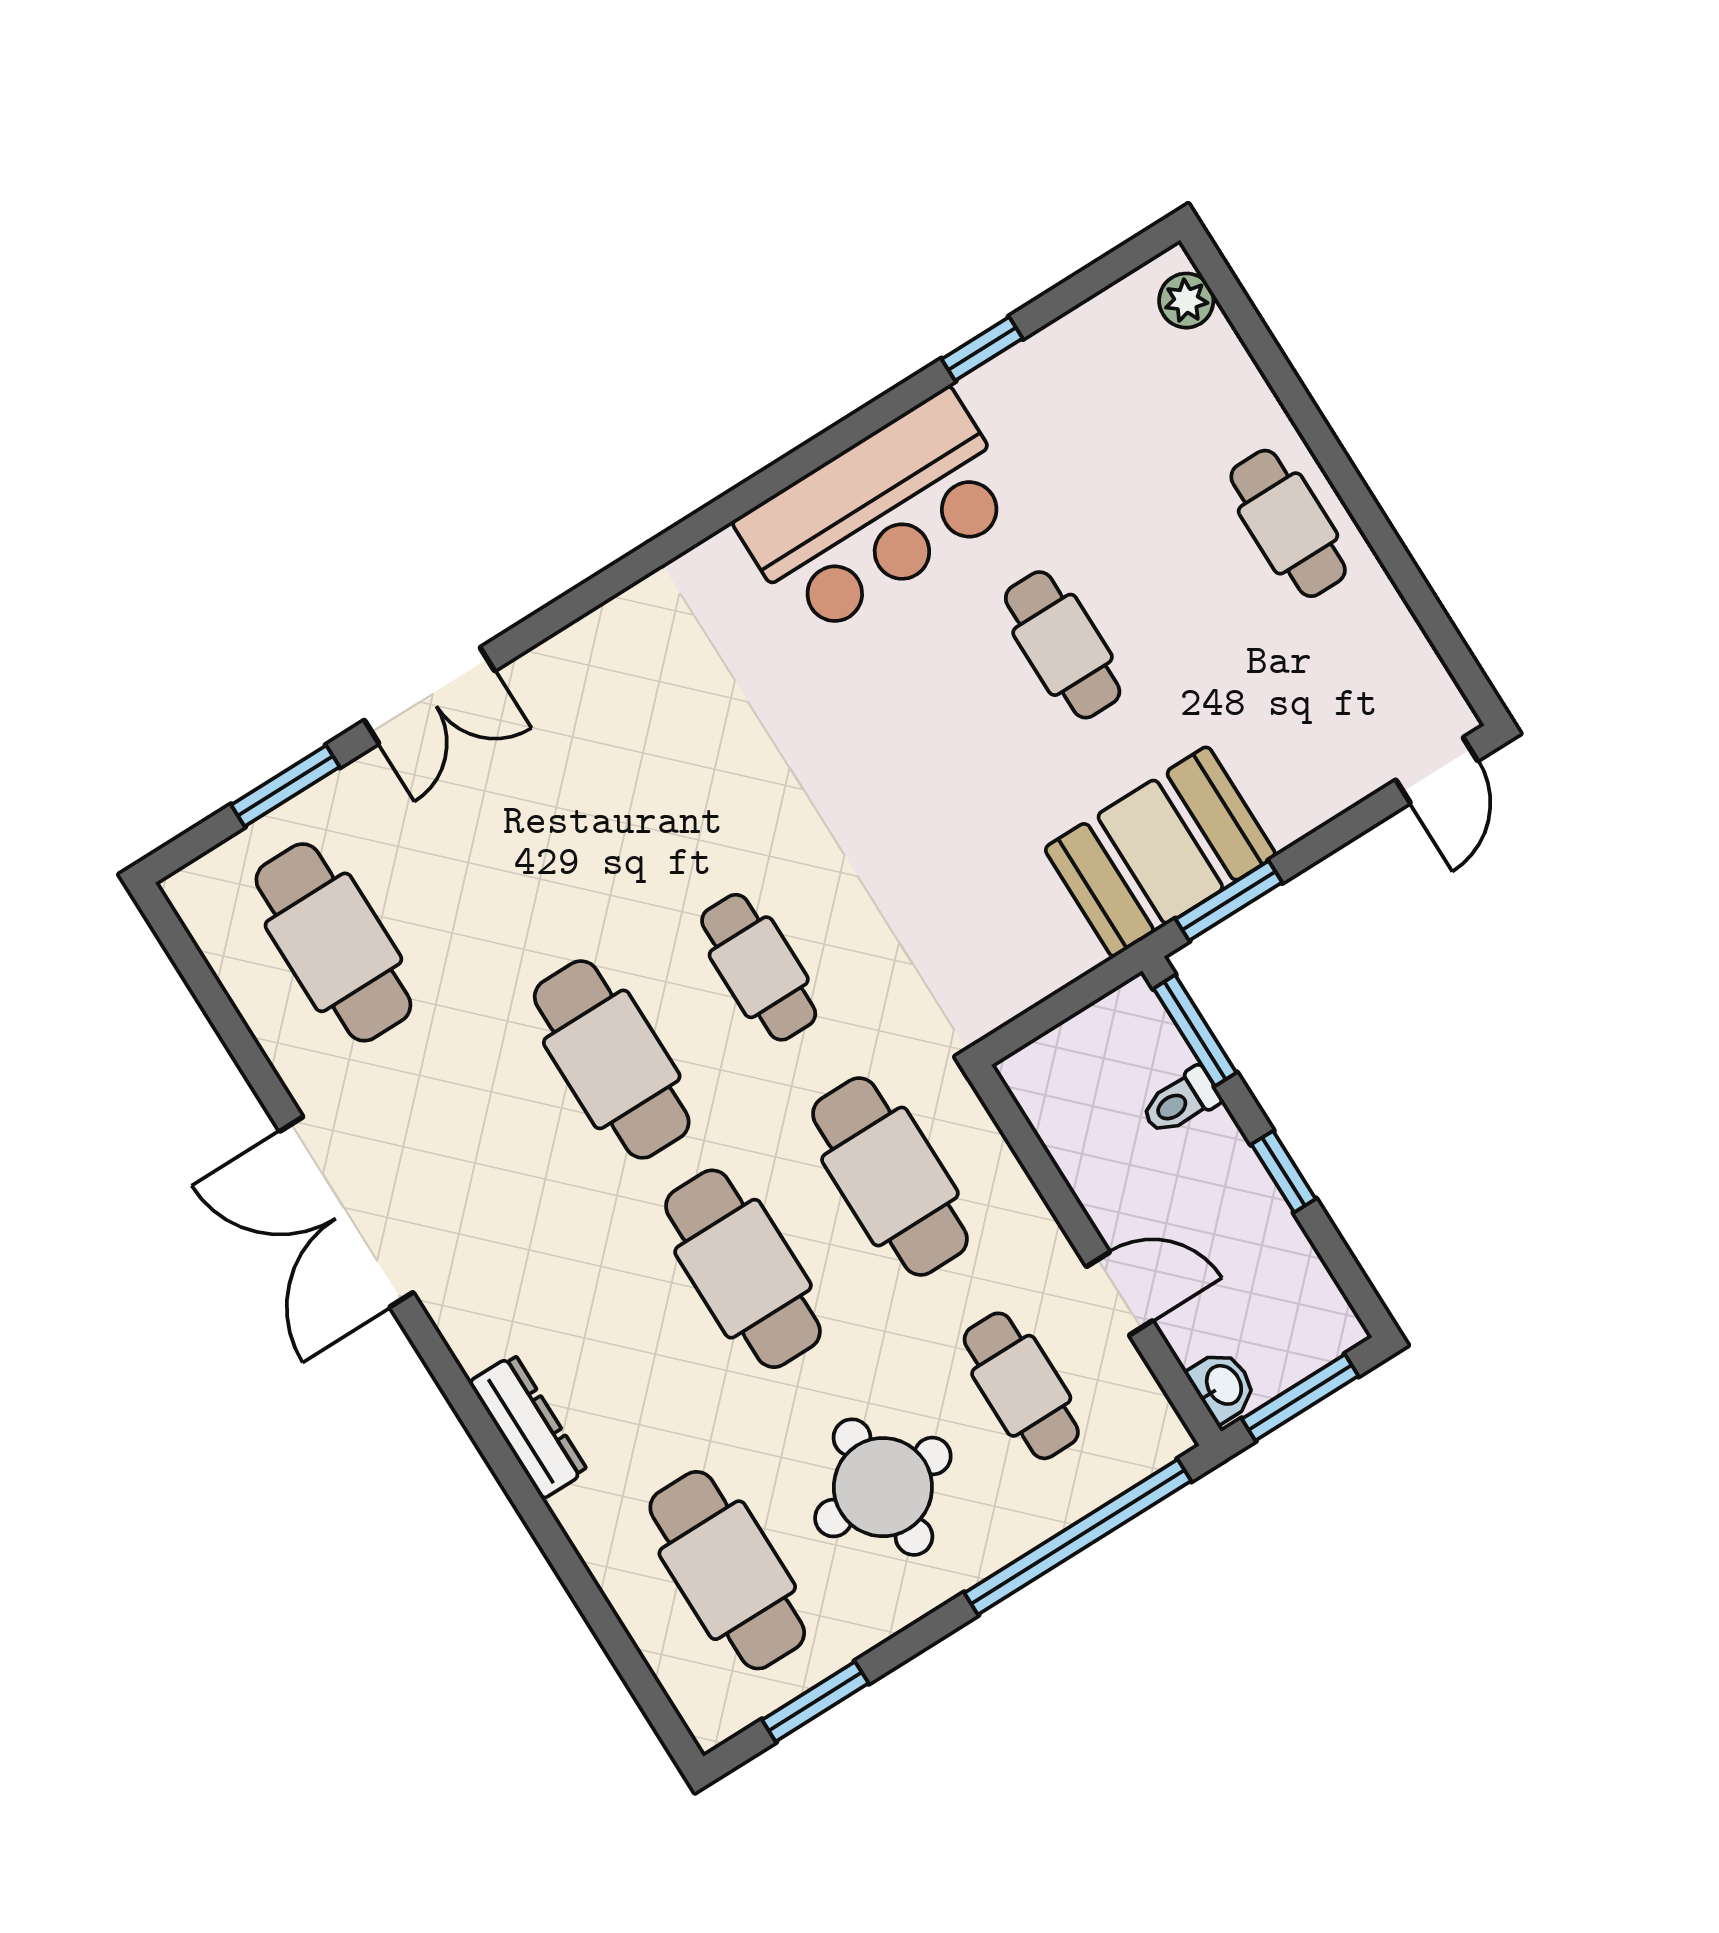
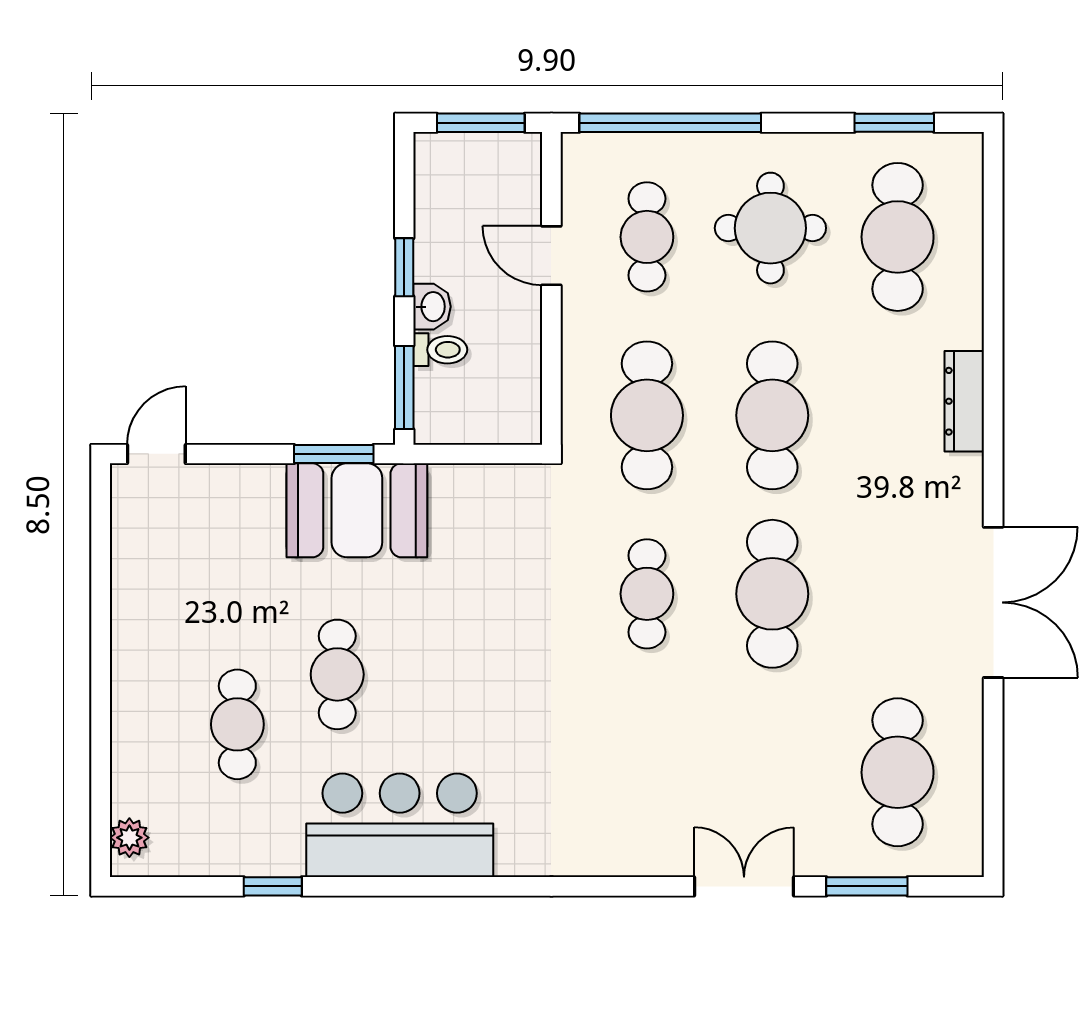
cafe table: (1288, 523) -> (237, 724), moved
washbasin: (1223, 1386) -> (432, 307), moved, turned 180

